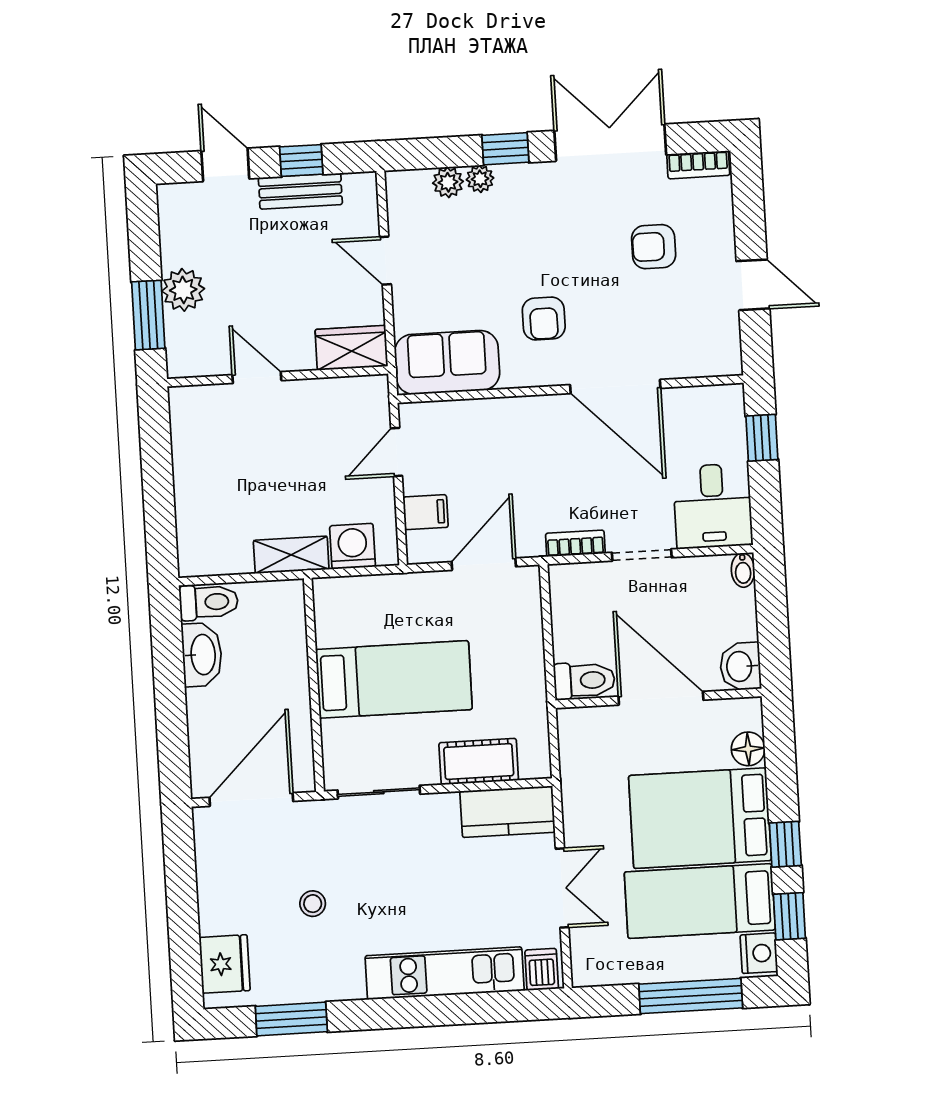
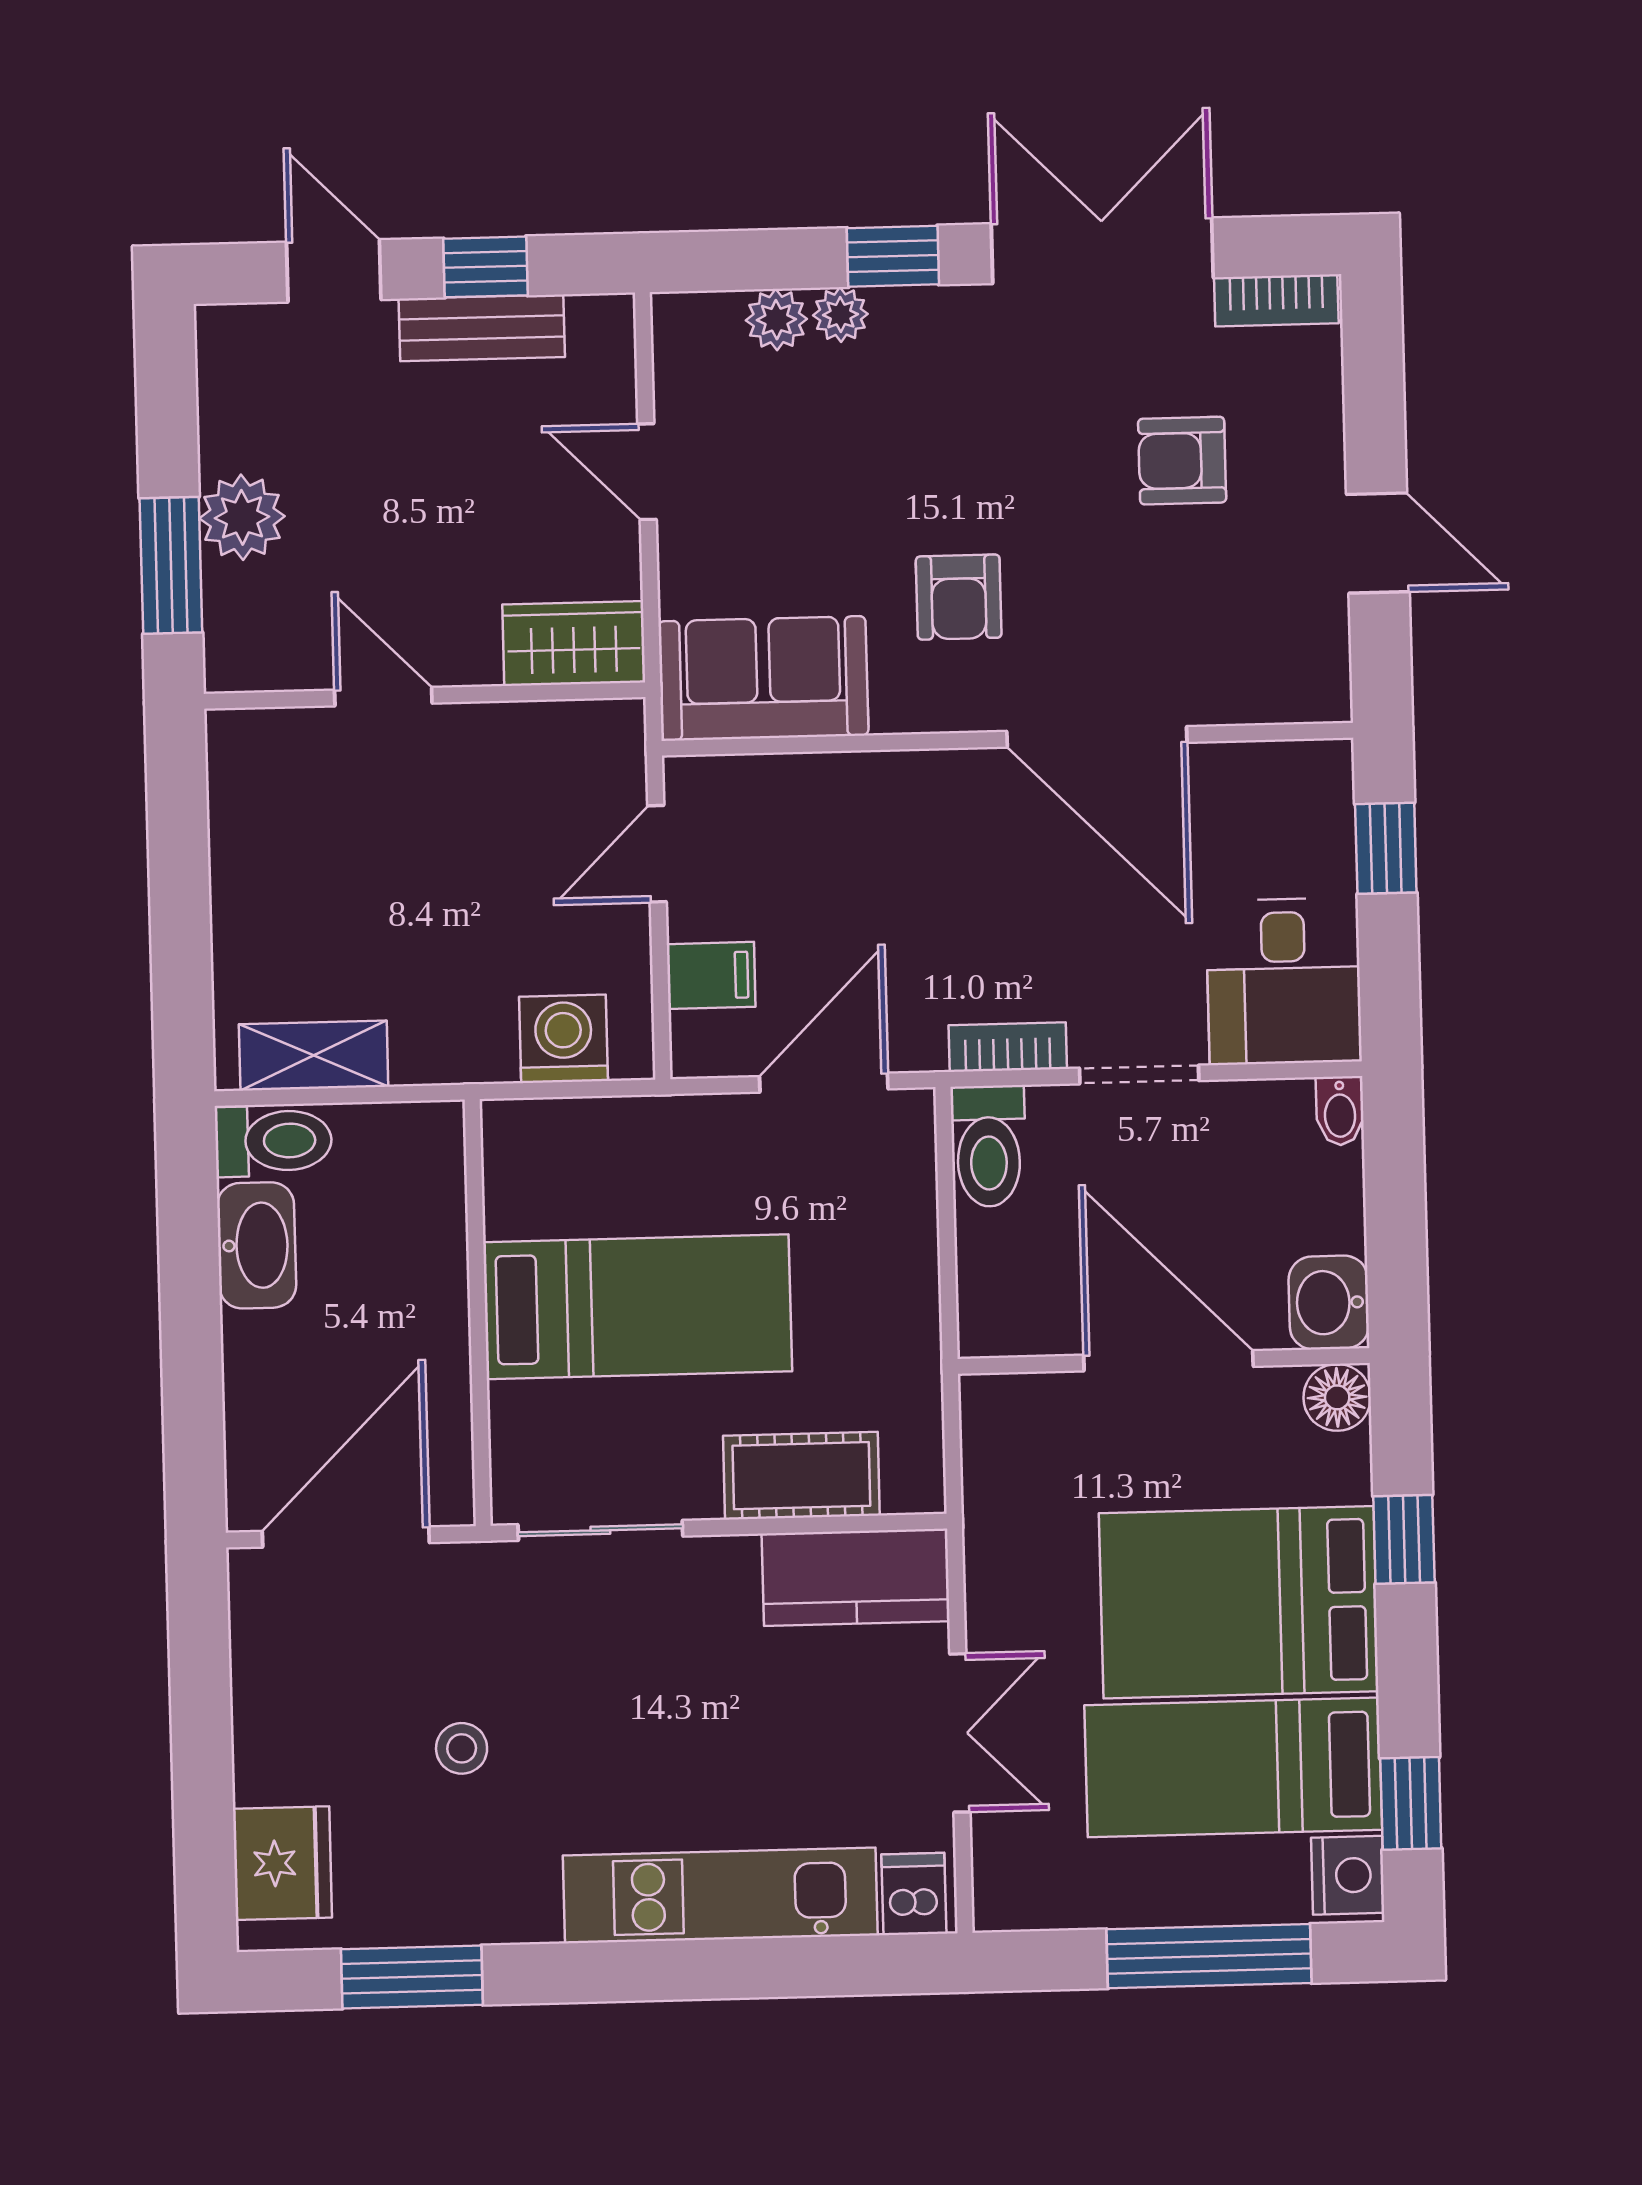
shelving: (291, 555) -> (314, 1055), moved
toilet: (584, 680) -> (989, 1146), moved, turned 90
floor lamp: (748, 749) -> (1337, 1397), moved
window: (785, 844) -> (1404, 1539), moved

